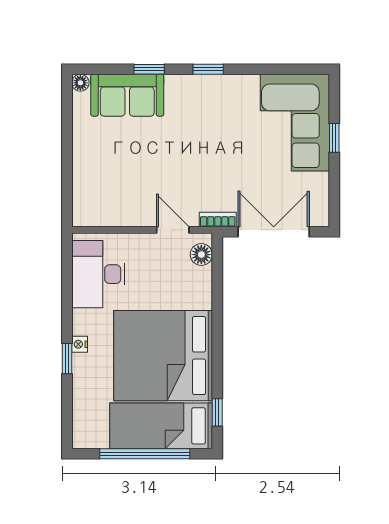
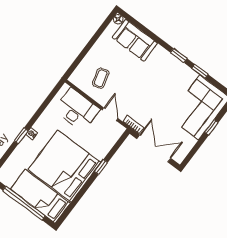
window: (149, 69) -> (200, 71), moved
coffee table: (120, 188) -> (101, 78), added
floor lamp: (201, 255) -> (115, 135), removed
desk: (98, 274) -> (77, 109), moved, turned 90
window: (217, 412) -> (101, 167), moved

